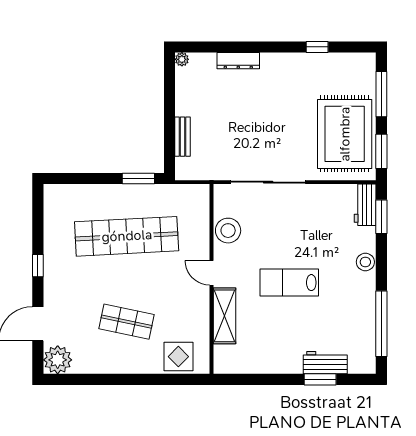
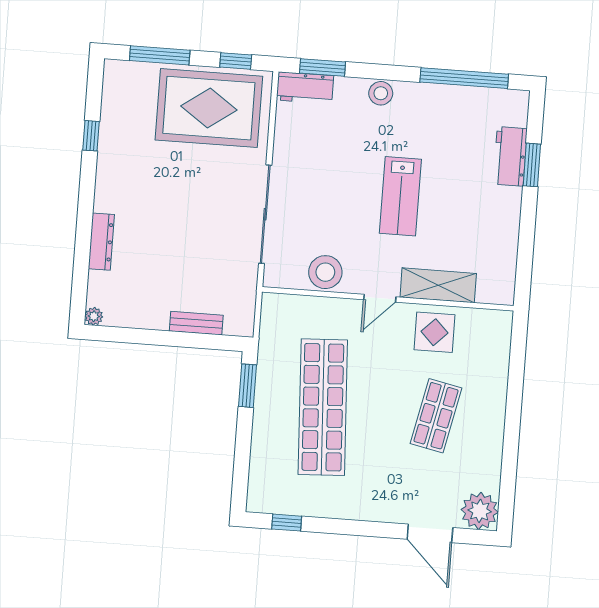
window: (381, 151) -> (236, 61), width x0.67
window: (38, 266) -> (287, 523), moved
display table: (178, 357) -> (435, 332), moved

